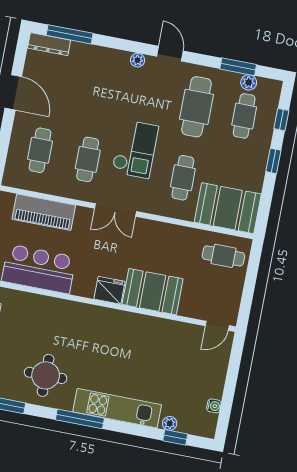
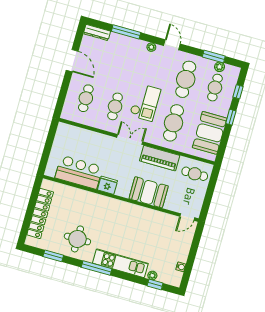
window: (70, 34) -> (126, 32), moved
cafe table: (183, 178) -> (173, 123), width x1.37, depth x1.35
booth: (228, 208) -> (210, 133), moved, turned 90
double door: (115, 210) -> (130, 139), swing flipped
piano: (44, 212) -> (160, 158), moved
fridge: (109, 290) -> (107, 185), moved

